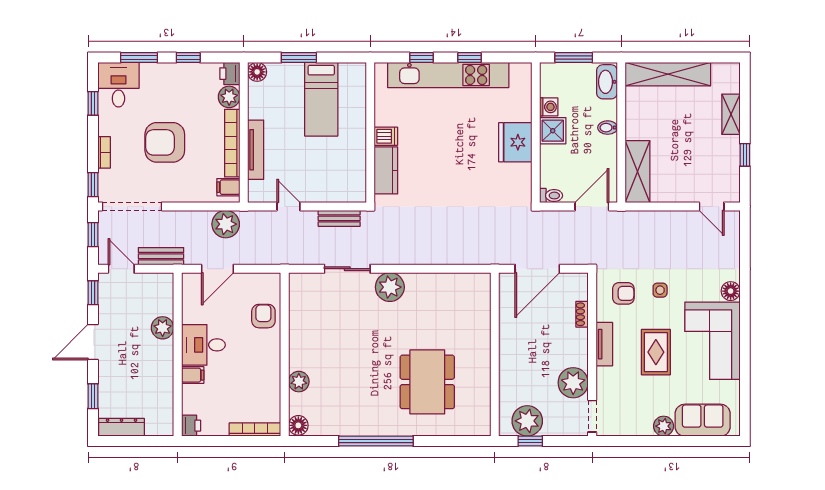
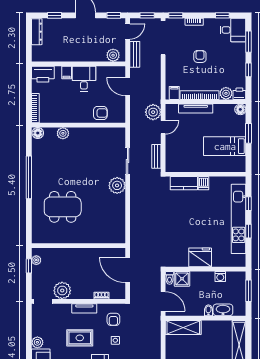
washbasin: (607, 82) -> (223, 310), moved
shower: (553, 131) -> (182, 279), moved
armchair: (165, 142) -> (200, 56), width x0.53, depth x0.53
plant: (226, 224) -> (153, 112), moved
plant: (163, 328) -> (113, 55), moved
plant: (527, 421) -> (36, 260), width x0.53, depth x0.53
printer: (191, 426) -> (43, 74), width x1.87, depth x1.48

